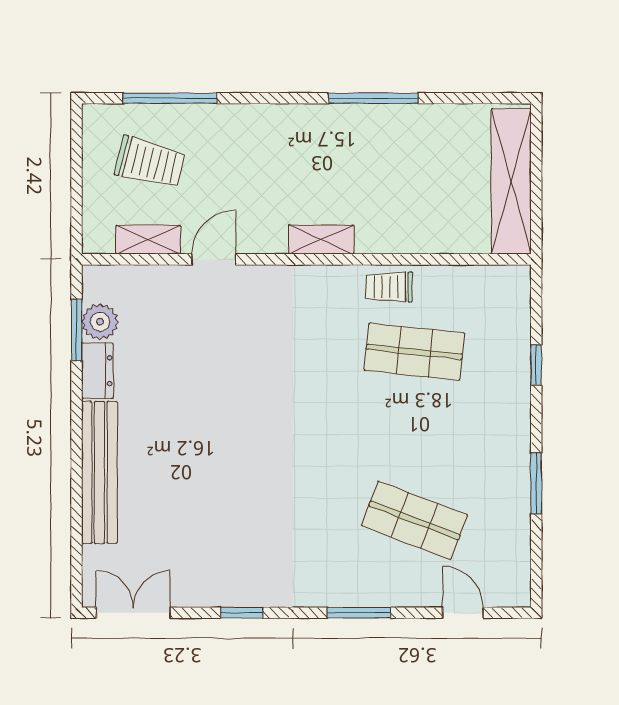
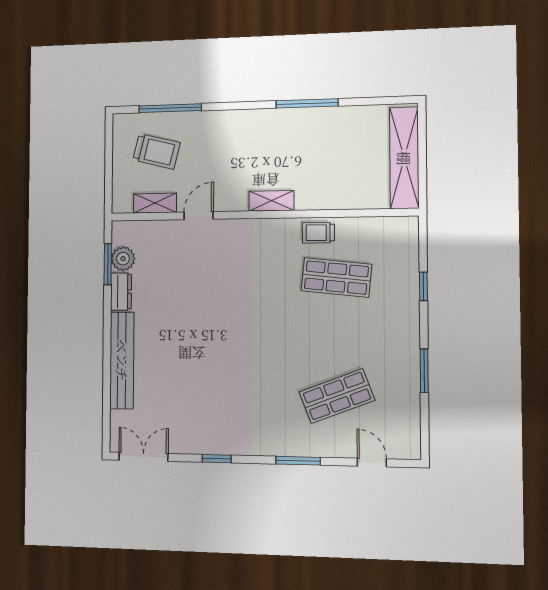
shop shelf: (414, 520) -> (337, 396), turned -42

